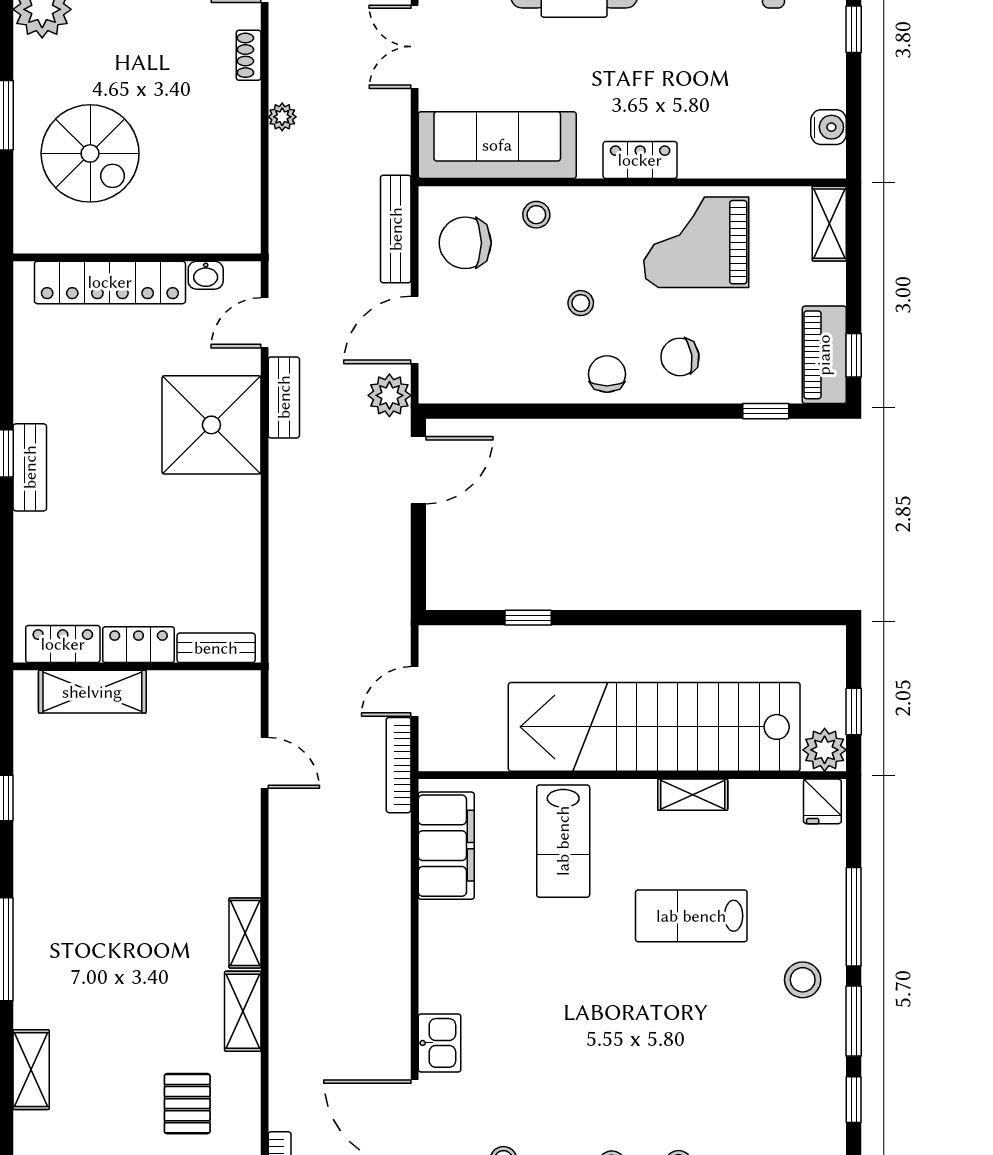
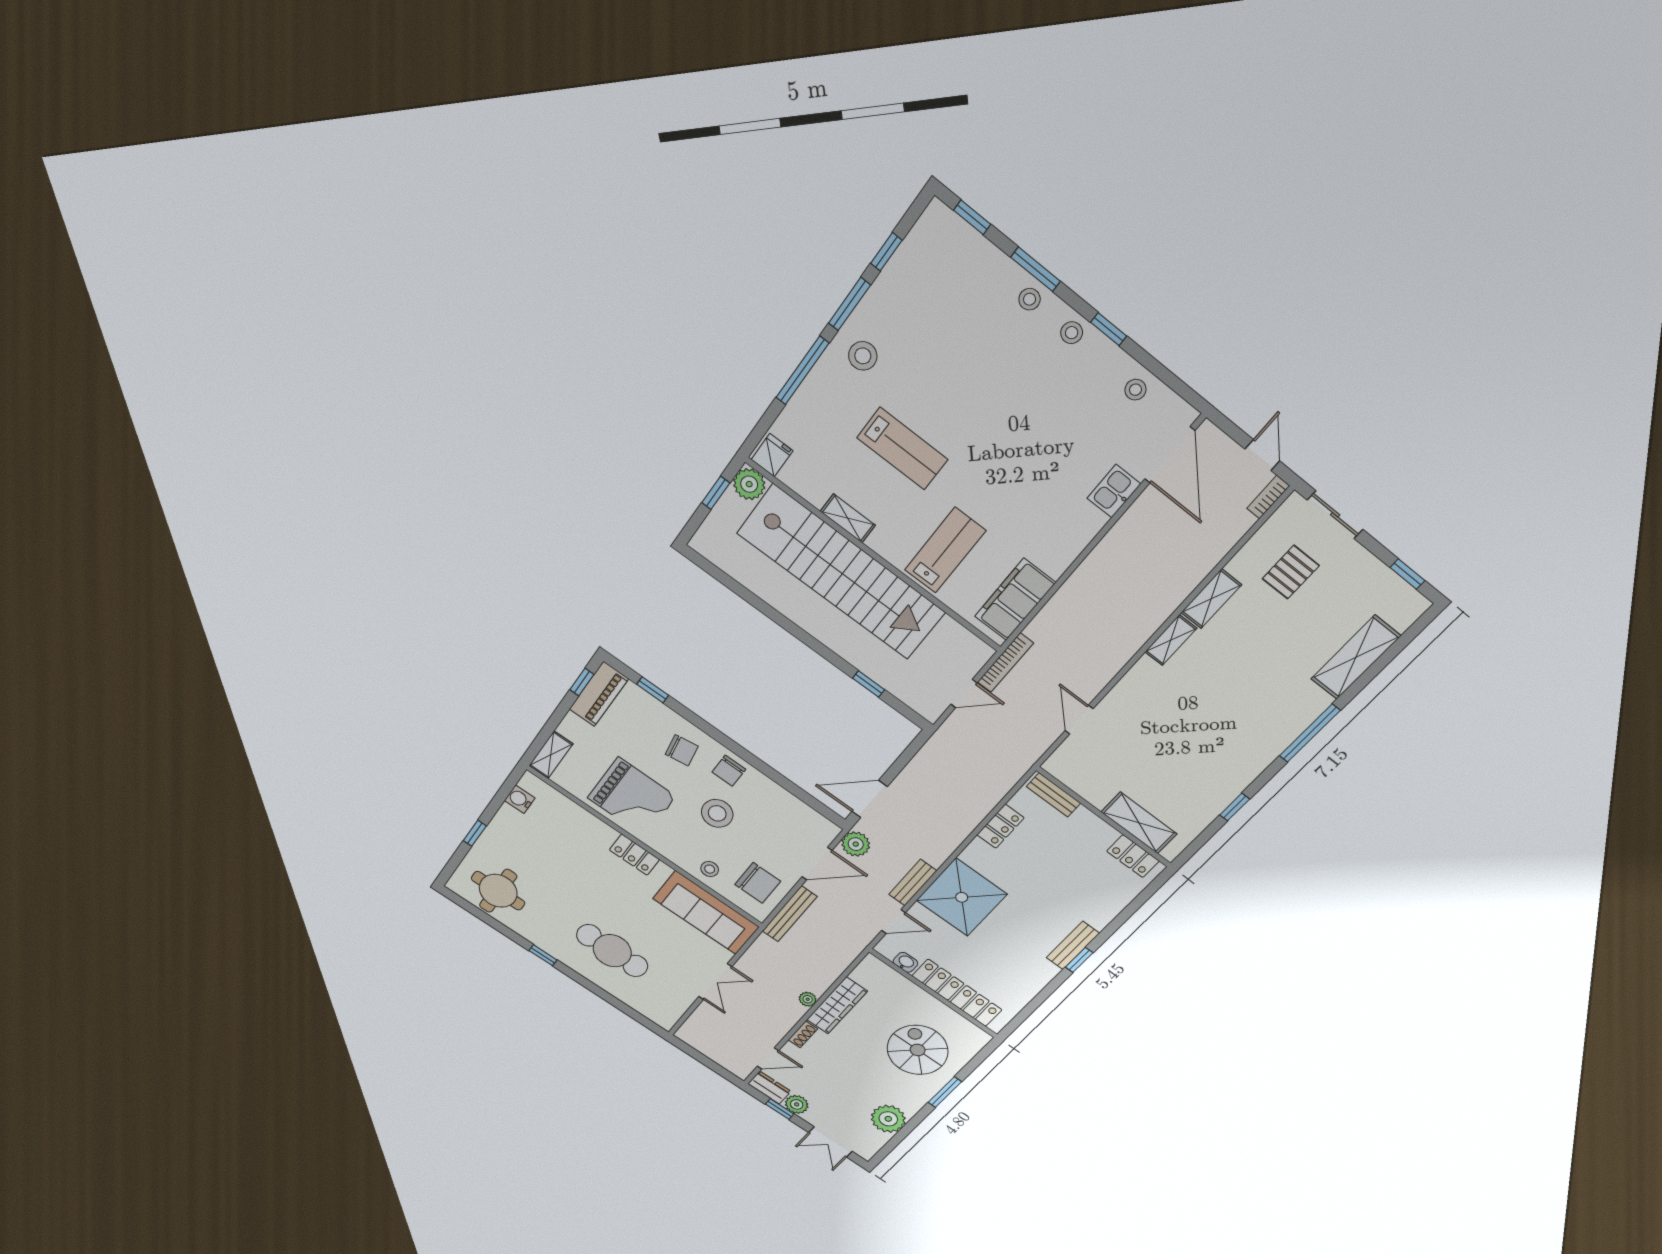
wardrobe: (240, 138) -> (837, 1005), added
stool: (581, 303) -> (717, 813), width x1.89, depth x1.89
locker: (139, 645) -> (1000, 826), moved, turned -90
shelving: (31, 1070) -> (1356, 657), width x1.50, depth x1.33

